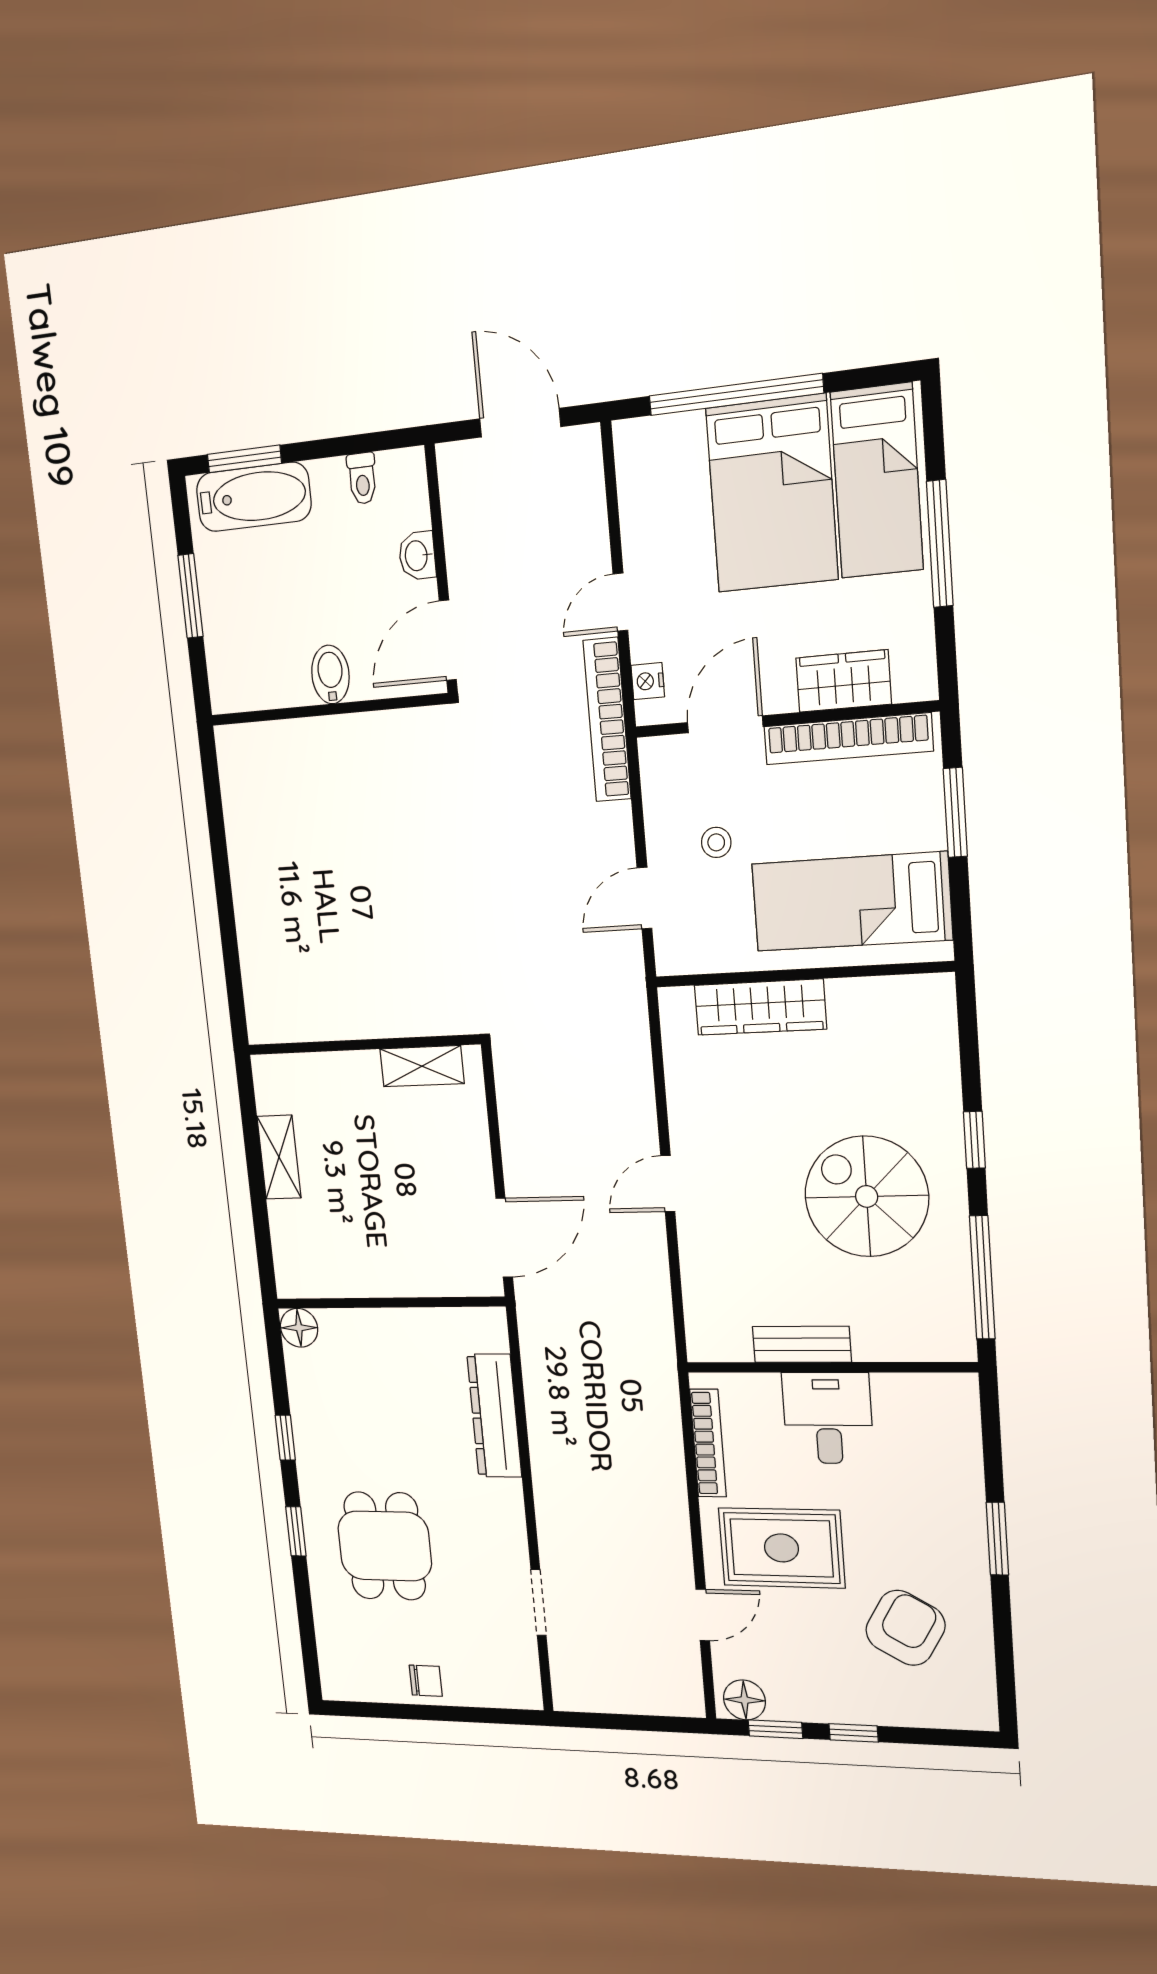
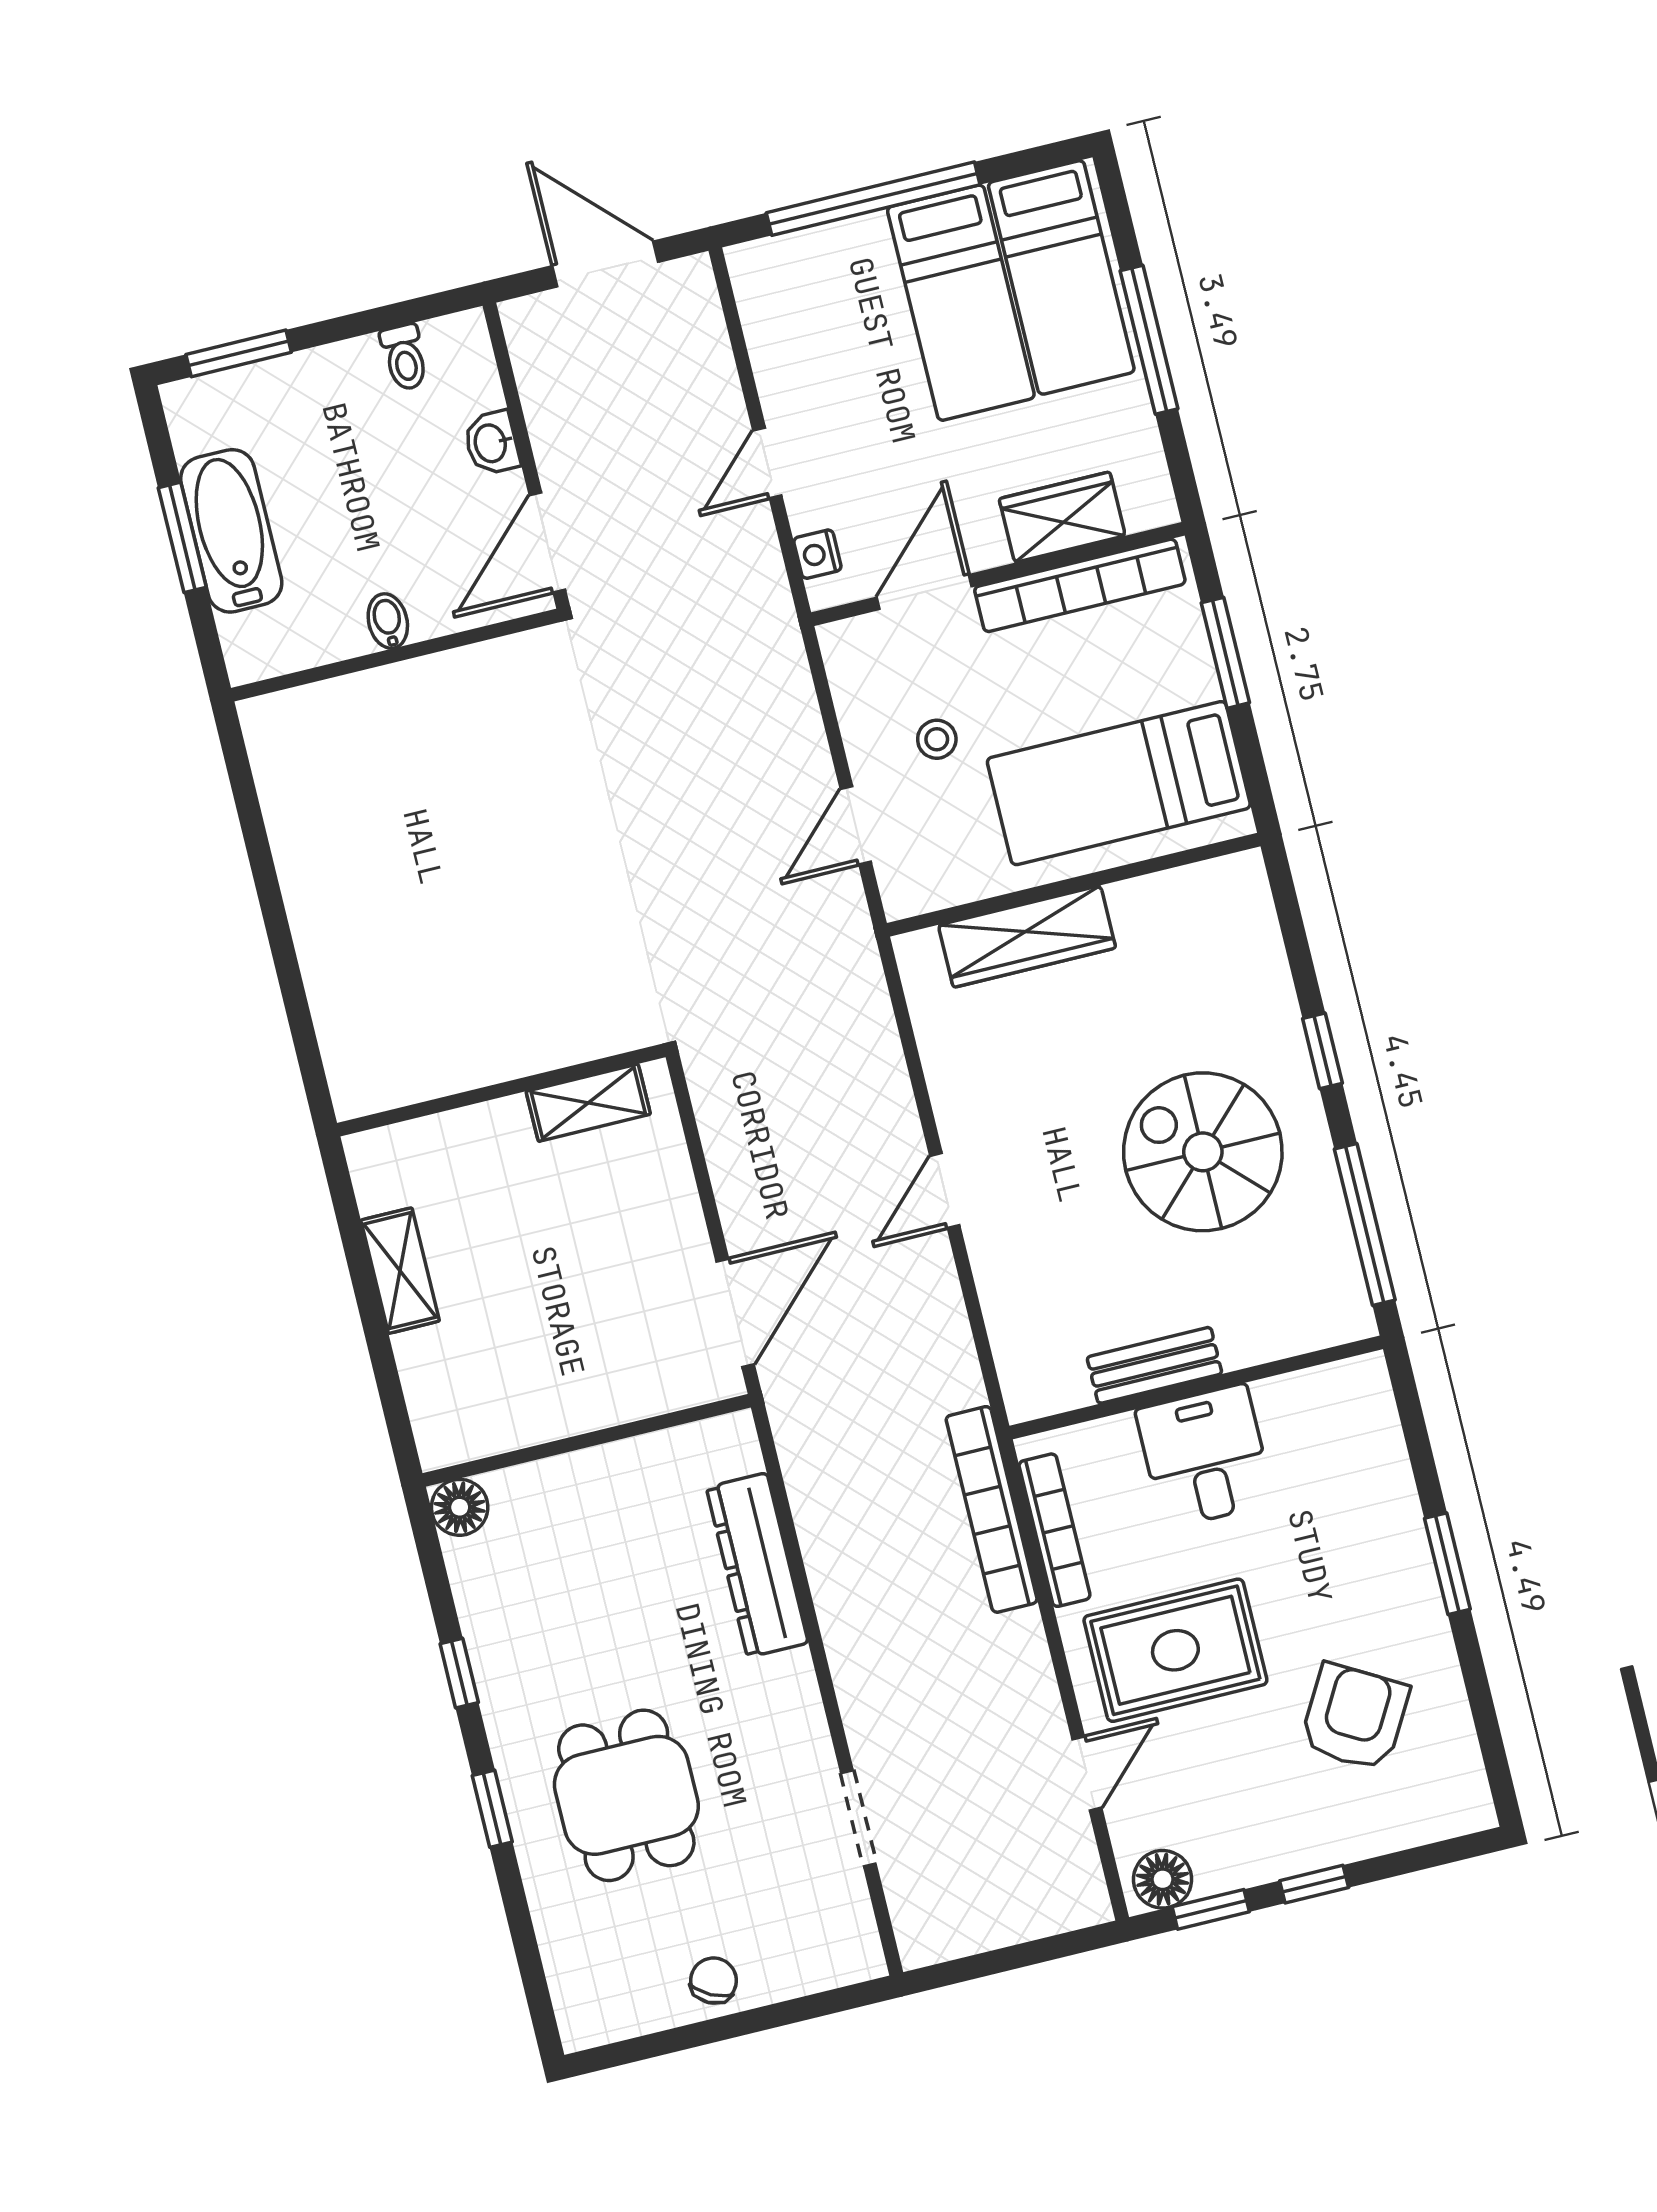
bed: (772, 494) -> (961, 303), width x0.67
bathtub: (254, 497) -> (231, 531), moved, turned -90
bidet: (330, 675) -> (388, 621), width x0.72, depth x0.74
bookcase: (607, 720) -> (992, 1509), moved
chair: (426, 1681) -> (713, 1981), turned -63

